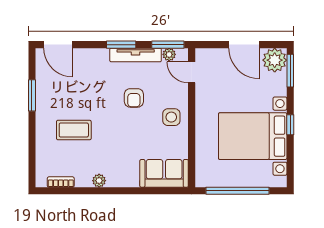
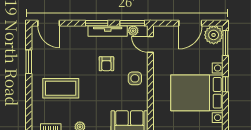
door: (244, 45) -> (190, 23), hinge flipped
coffee table: (74, 130) -> (61, 88), width x1.36, depth x1.32

